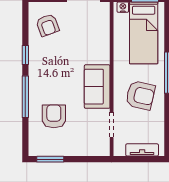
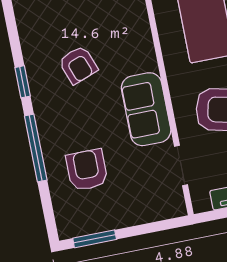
armchair: (48, 25) -> (78, 65), moved

